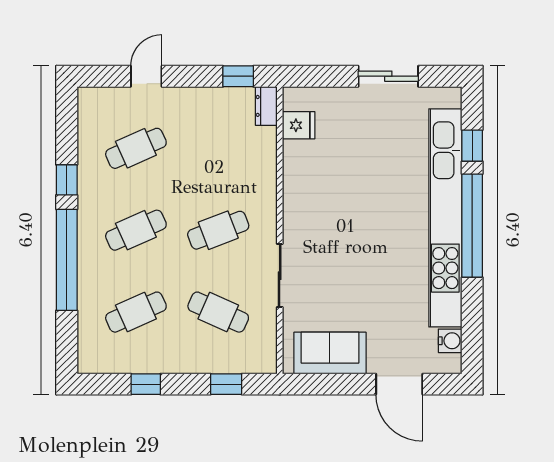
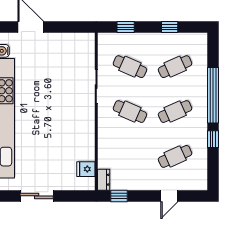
cafe table: (218, 230) -> (130, 112), turned 45
sofa: (330, 353) -> (69, 44), removed

